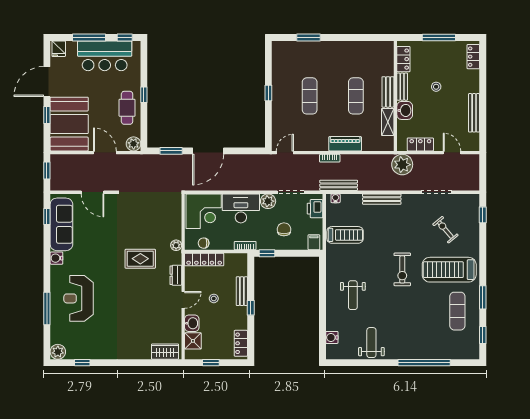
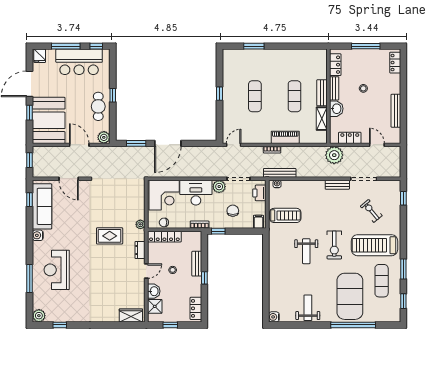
bench: (382, 199) -> (337, 185), moved, width x0.73
weight bench: (353, 295) -> (306, 251), moved
exercise mat: (420, 329) -> (350, 296), added
water cooler: (332, 337) -> (274, 317), moved

